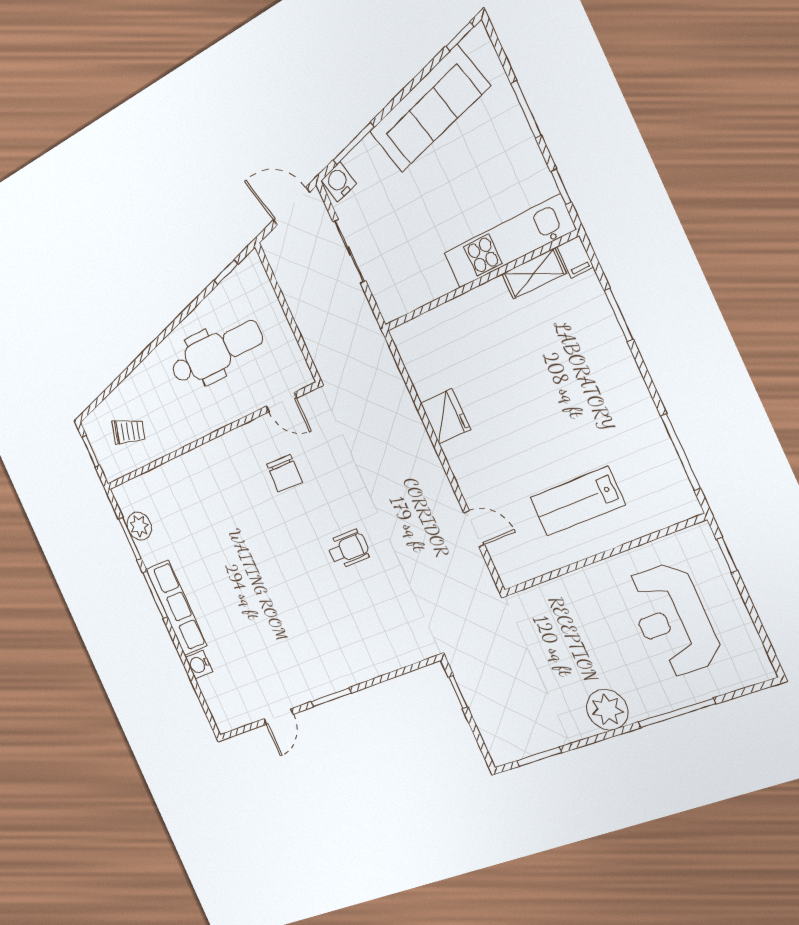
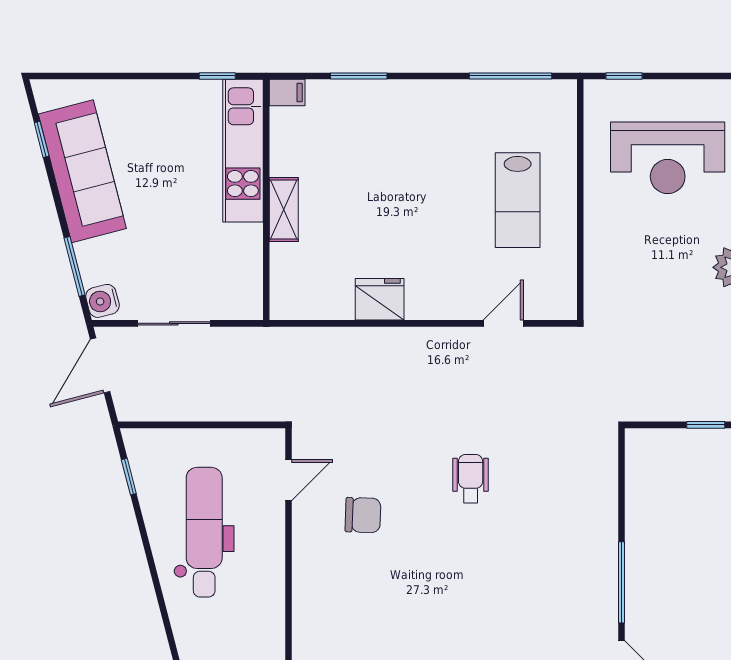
window: (460, 36) -> (42, 139), moved
window: (526, 109) -> (131, 76), removed
shelving: (534, 274) -> (284, 210), moved
window: (458, 692) -> (706, 425), moved
window: (331, 697) -> (622, 582), width x1.44

